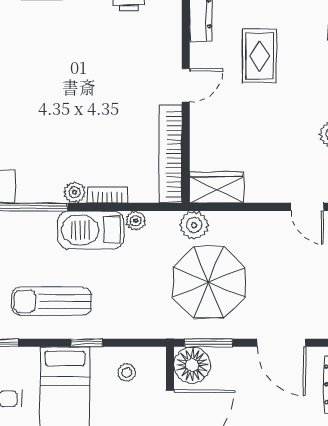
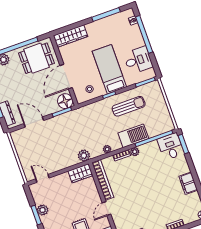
barbecue: (91, 230) -> (133, 136), moved
parasol: (209, 282) -> (70, 135), removed

